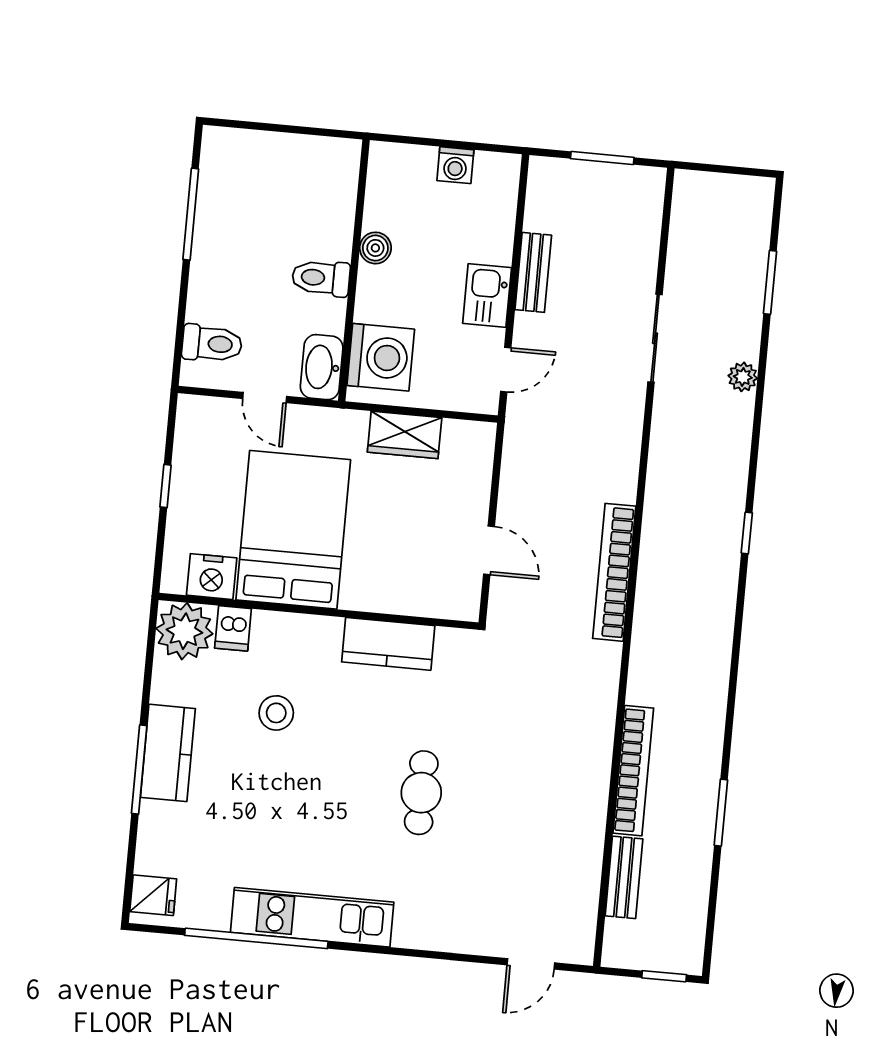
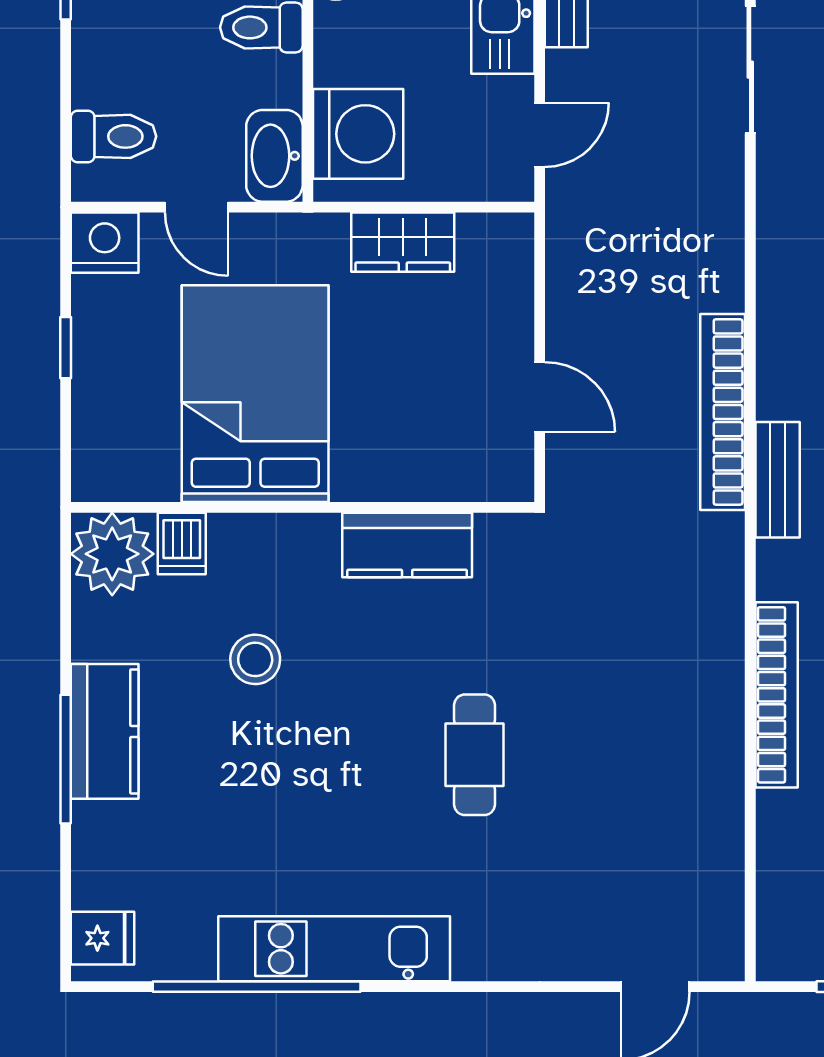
nightstand: (212, 577) -> (105, 243), moved, turned 180
bench: (624, 877) -> (778, 480), moved

